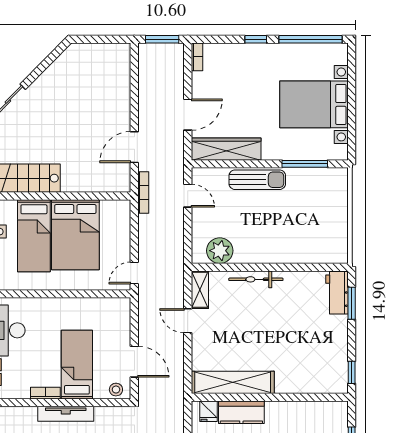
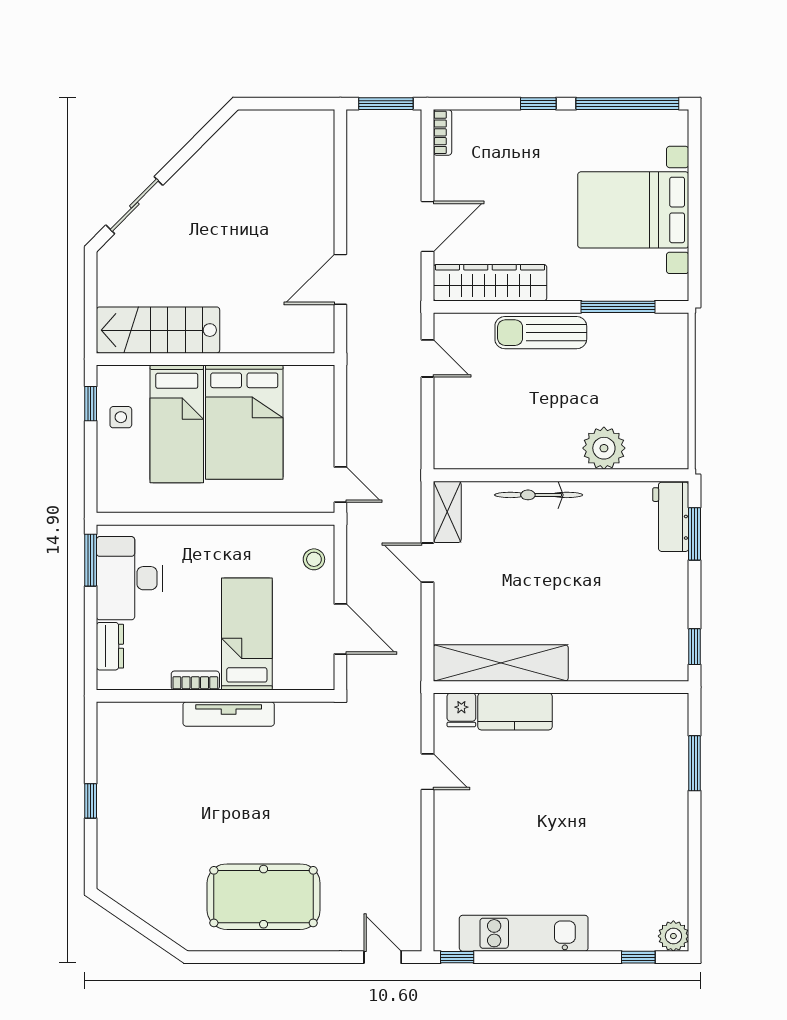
sun lounger: (257, 180) -> (541, 333), turned 180
bookcase: (143, 192) -> (355, 353), removed
plant: (220, 251) -> (604, 448), moved
door: (134, 273) -> (340, 485), swing flipped
stool: (116, 390) -> (314, 559), moved

